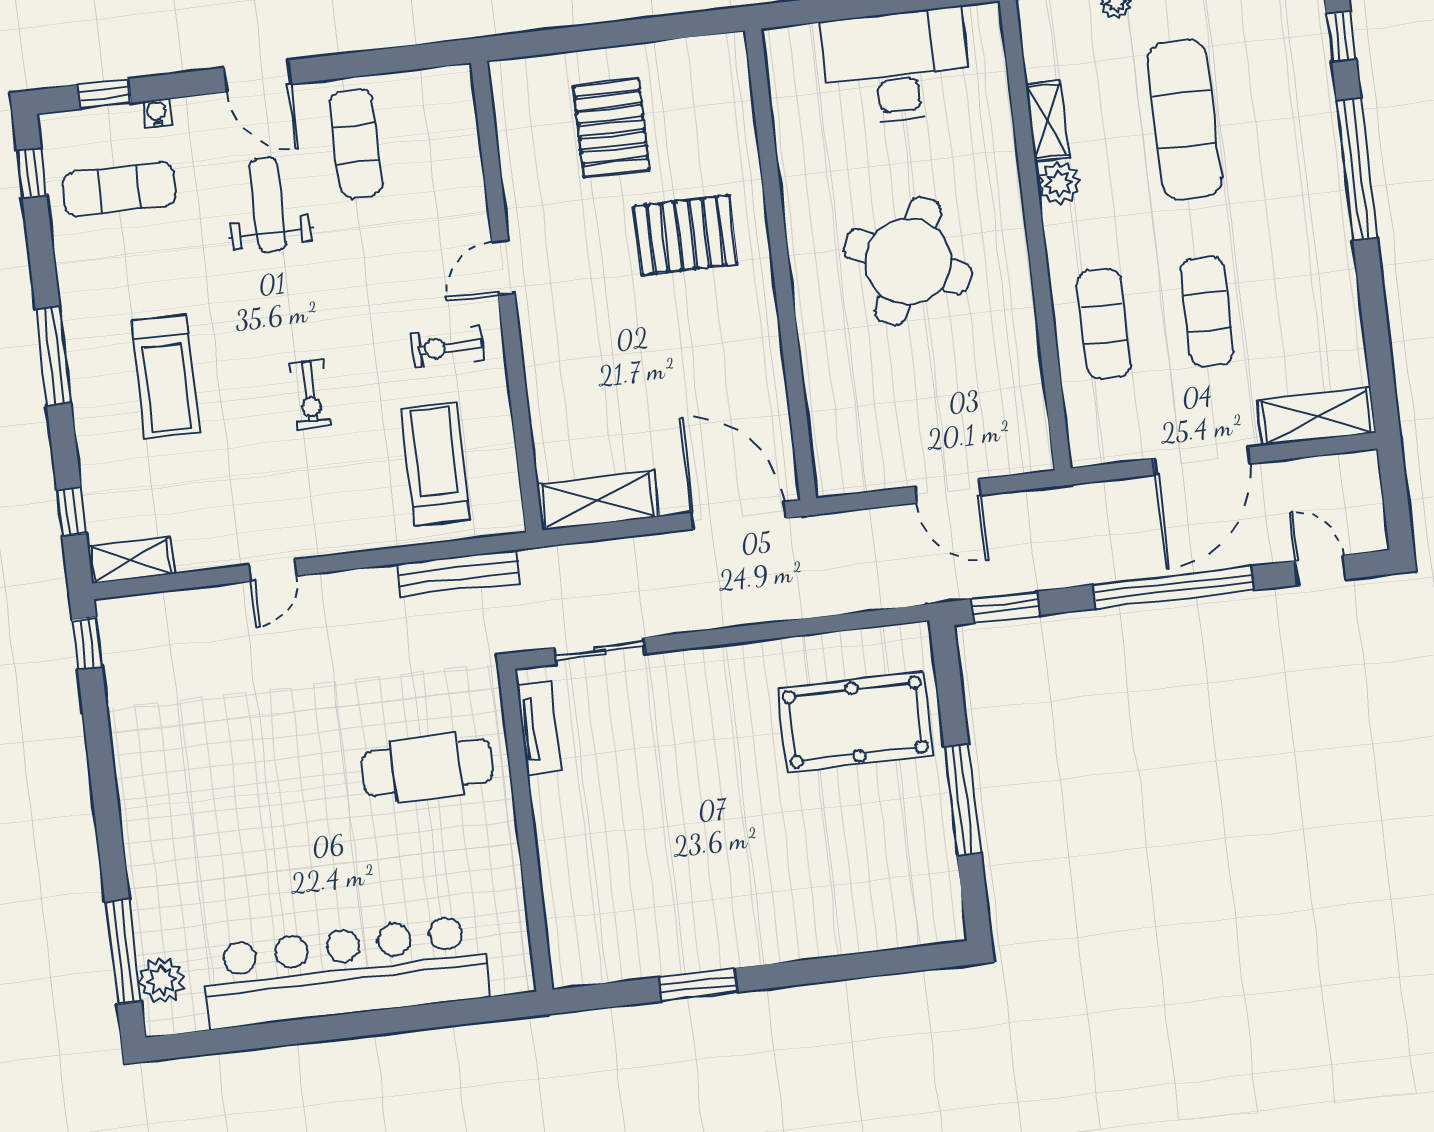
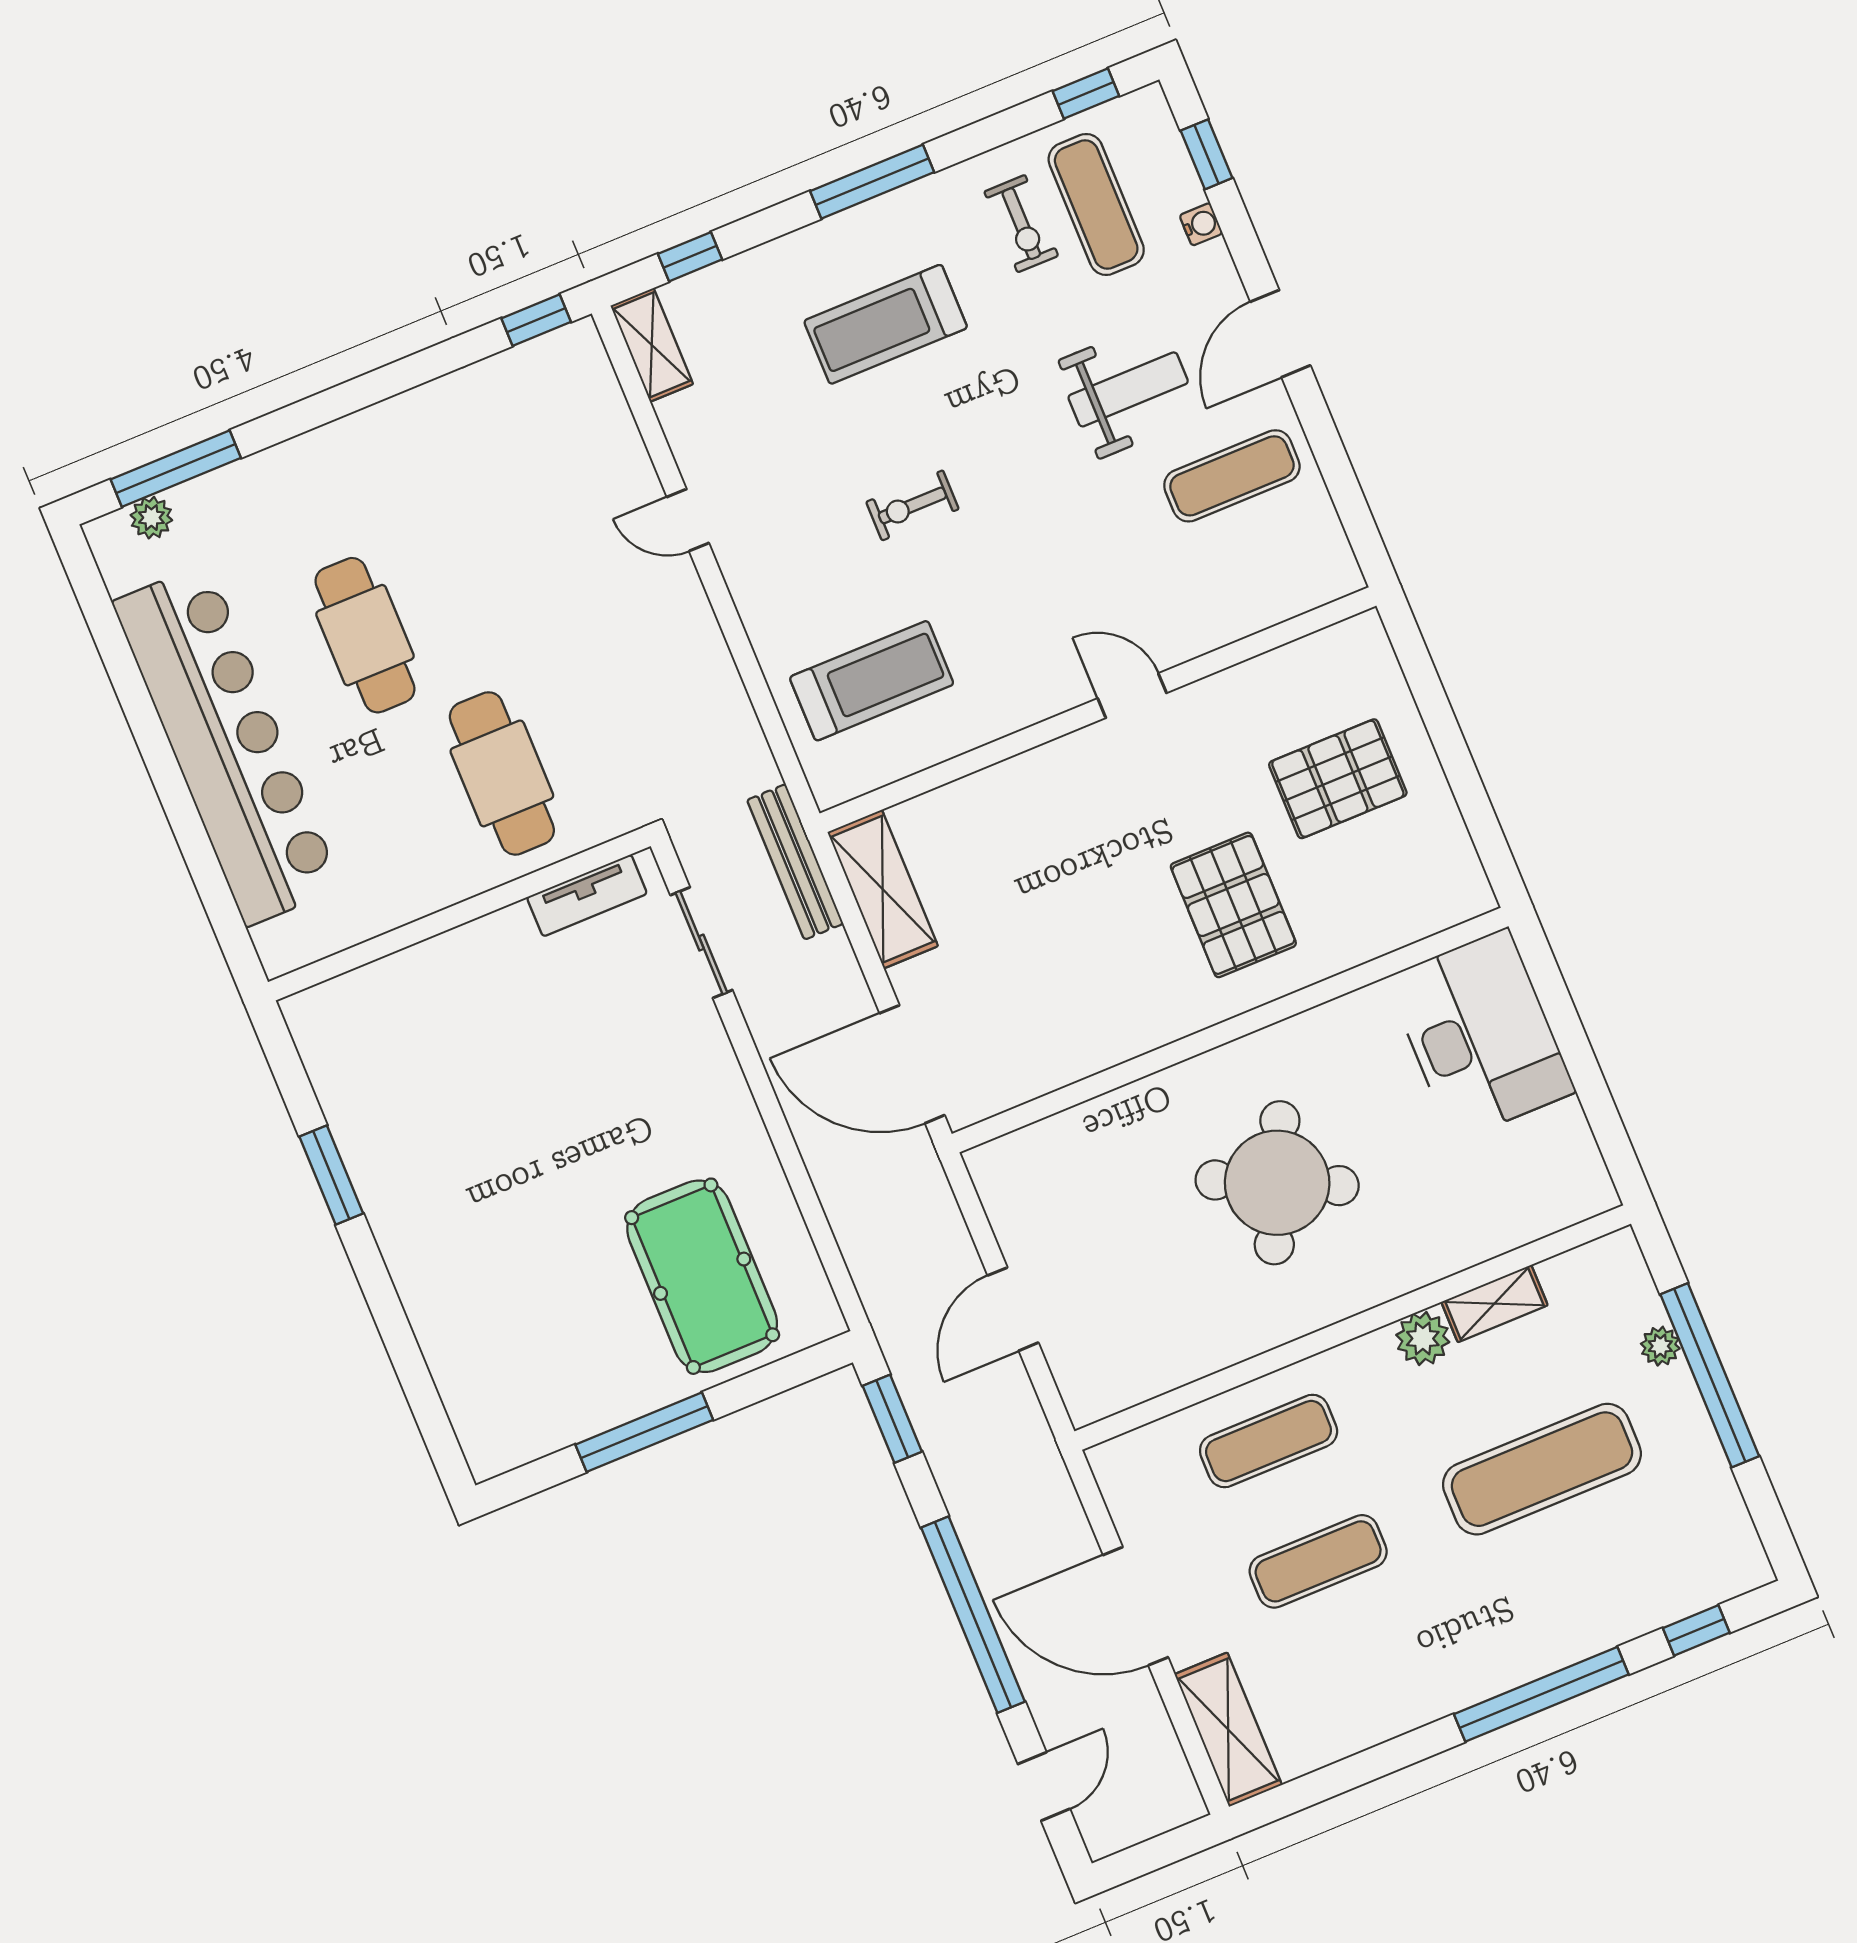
desk: (896, 67) -> (1481, 1035), moved
exercise bike: (447, 347) -> (1021, 224), moved, turned 180
door: (738, 516) -> (912, 1064), swing flipped
bench: (458, 573) -> (795, 862), moved
cafe table: (292, 842) -> (365, 635), added
plant: (162, 980) -> (151, 518), width x0.73, depth x0.73

